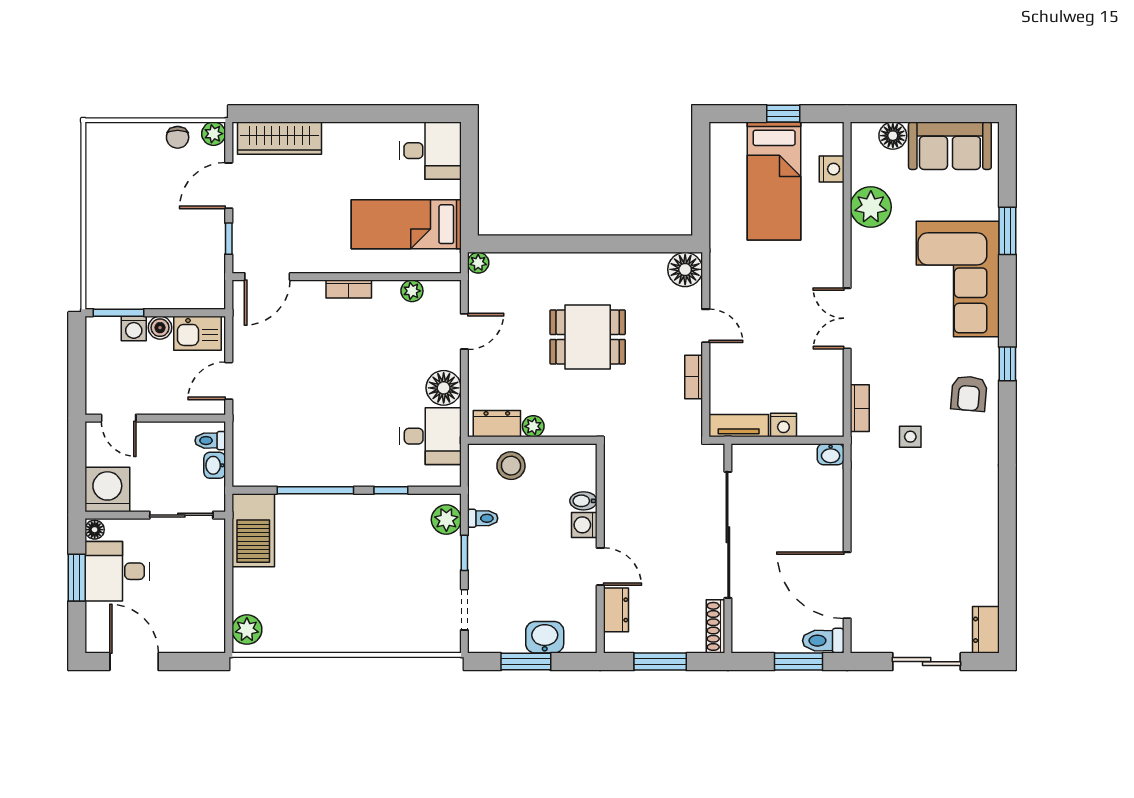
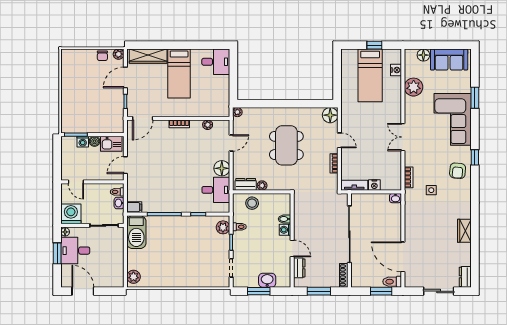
bed: (406, 224) -> (179, 73), moved, turned -90
dining table: (588, 337) -> (286, 145), width x1.38
filing cabinet: (249, 474) -> (134, 207), added
wardrobe: (984, 527) -> (464, 231), added

